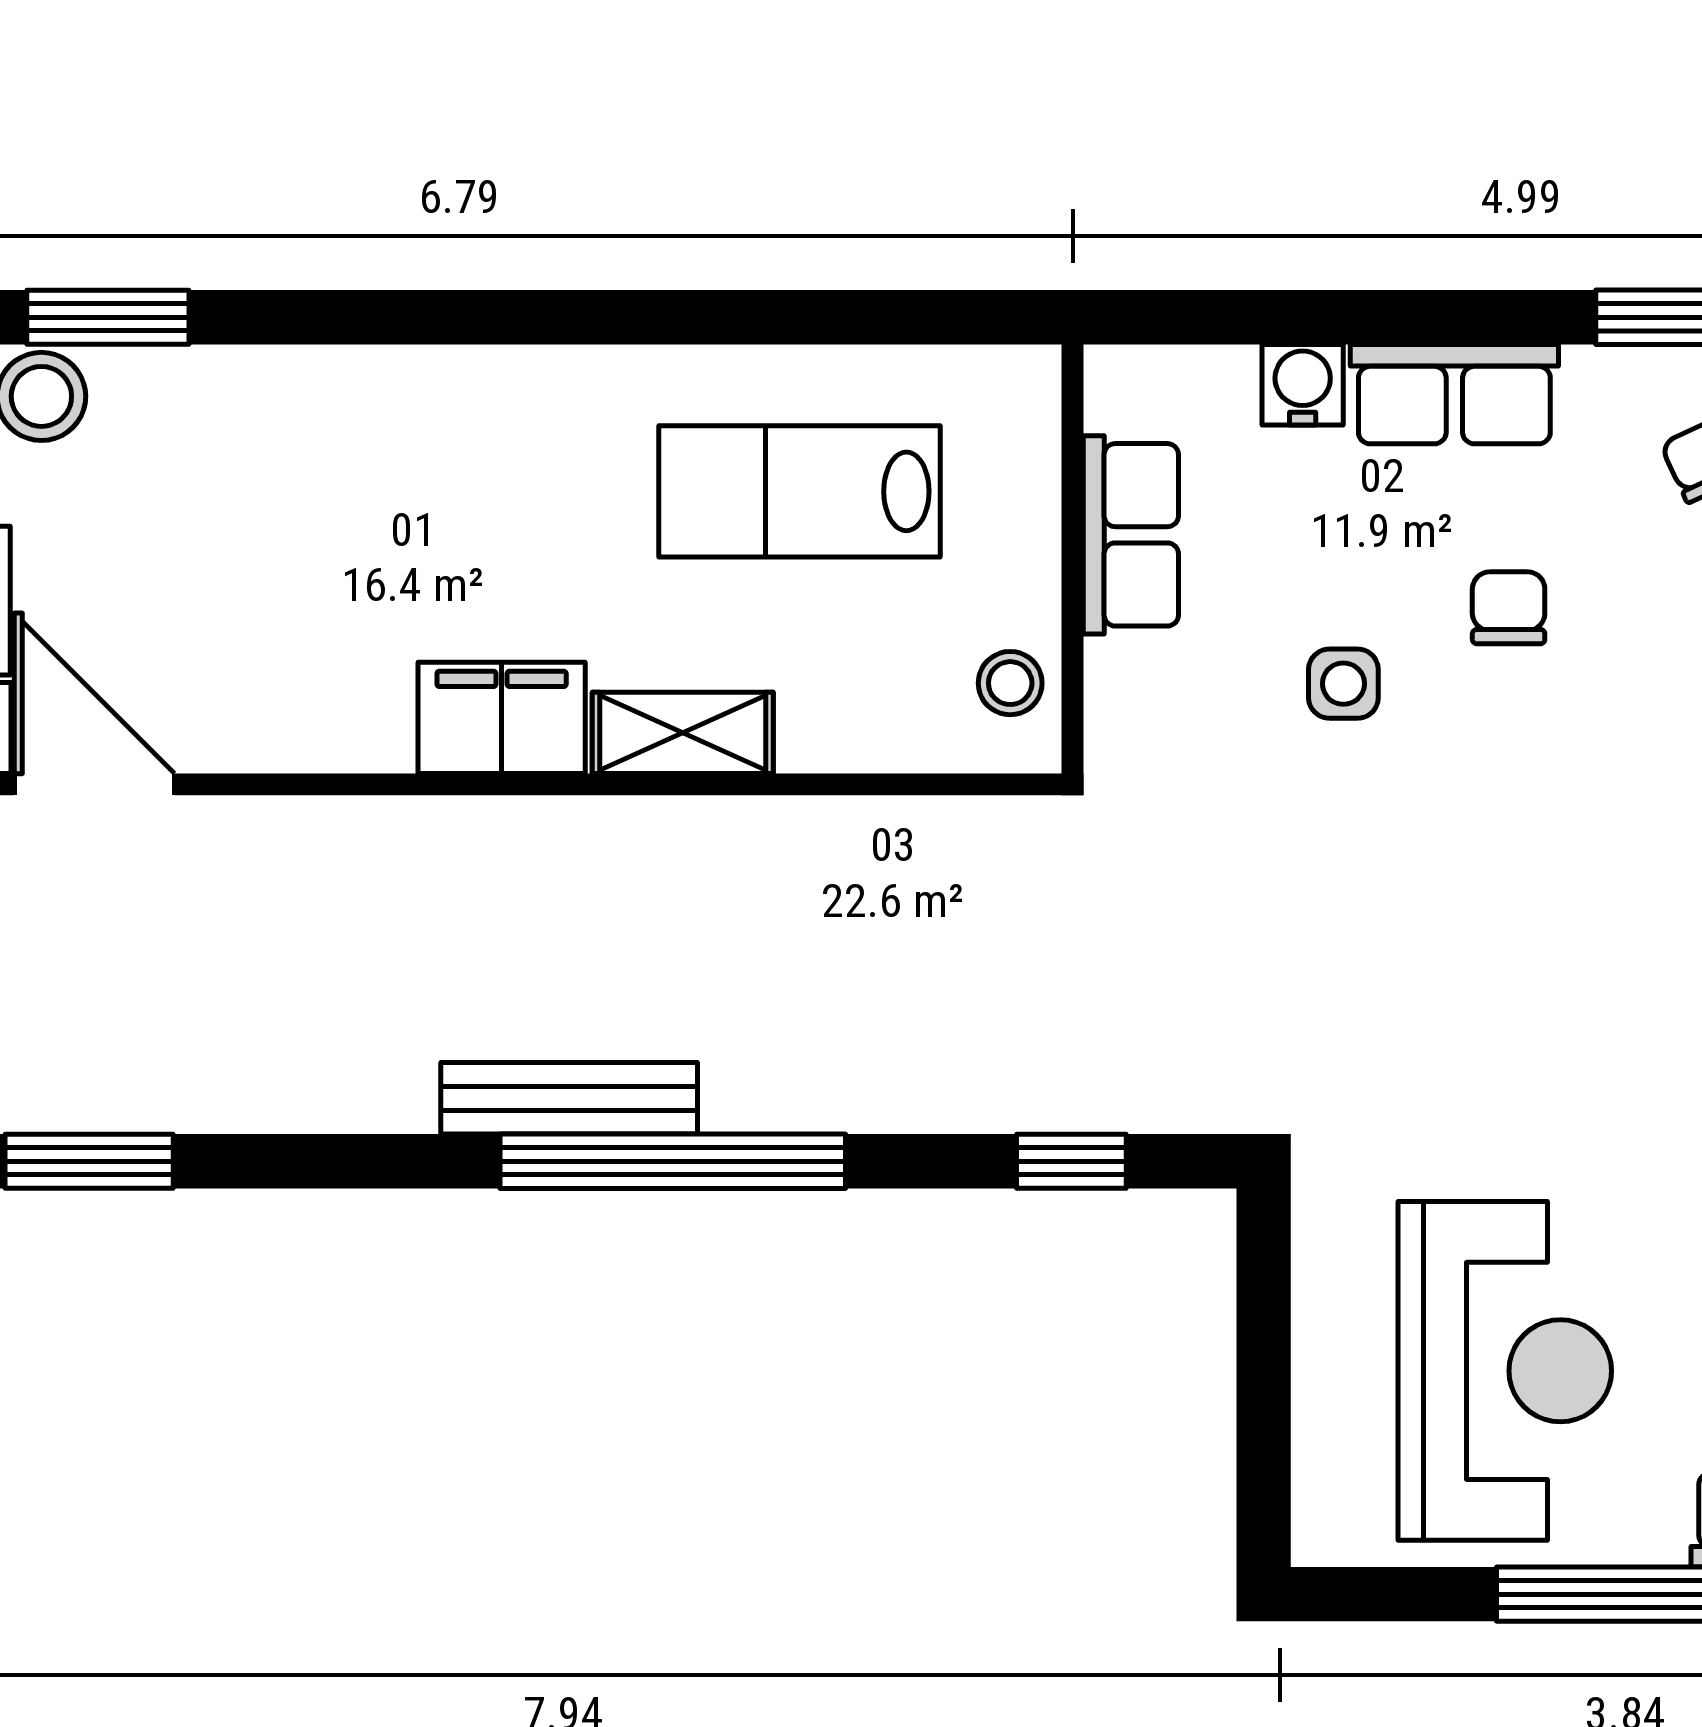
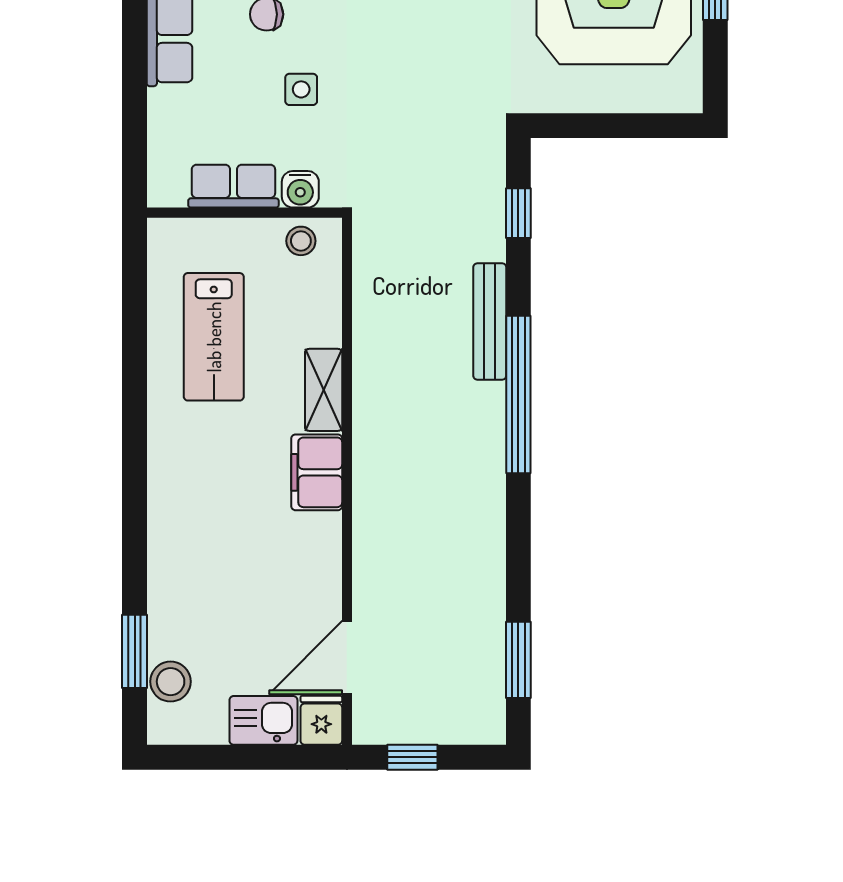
water cooler: (1303, 385) -> (300, 189), moved, turned -90
bench: (569, 1098) -> (490, 321), moved

